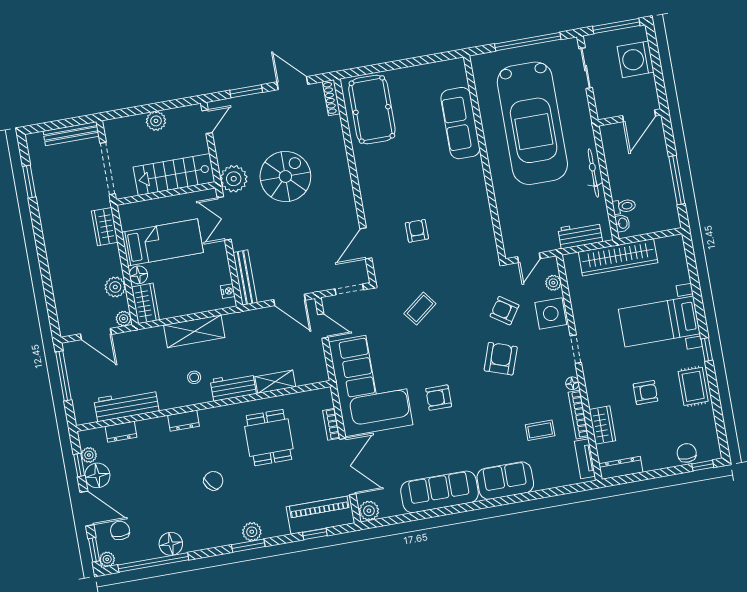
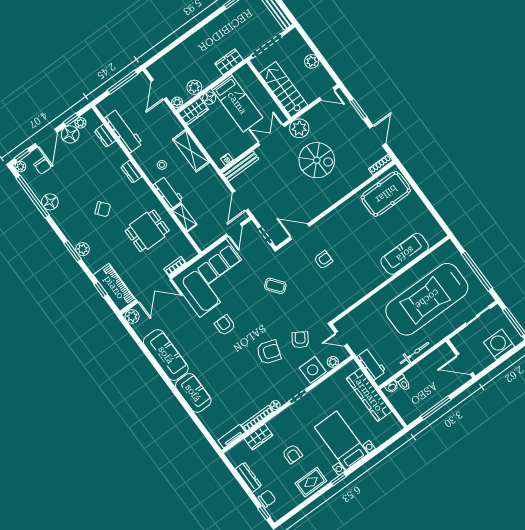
coffee table: (540, 430) -> (236, 399), removed
dresser: (621, 468) -> (248, 477), moved
chair: (120, 530) -> (42, 166), turned 90

